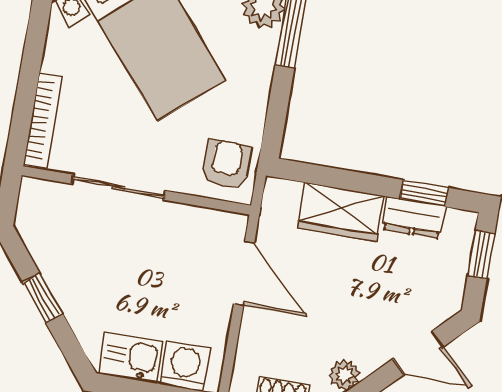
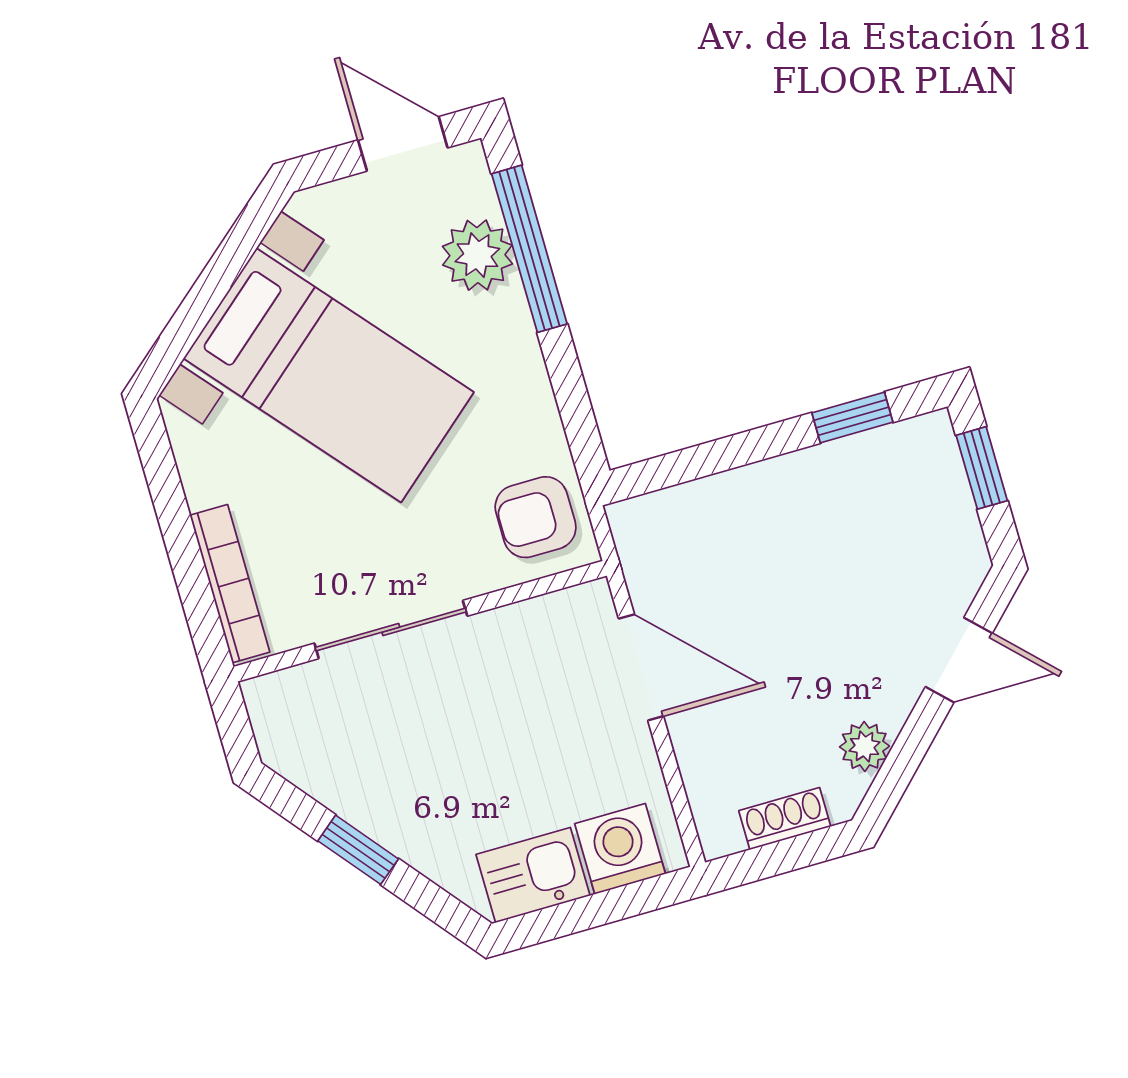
armchair: (226, 164) -> (536, 517), turned -90
wardrobe: (341, 212) -> (741, 506), removed
dresser: (413, 218) -> (854, 462), removed

